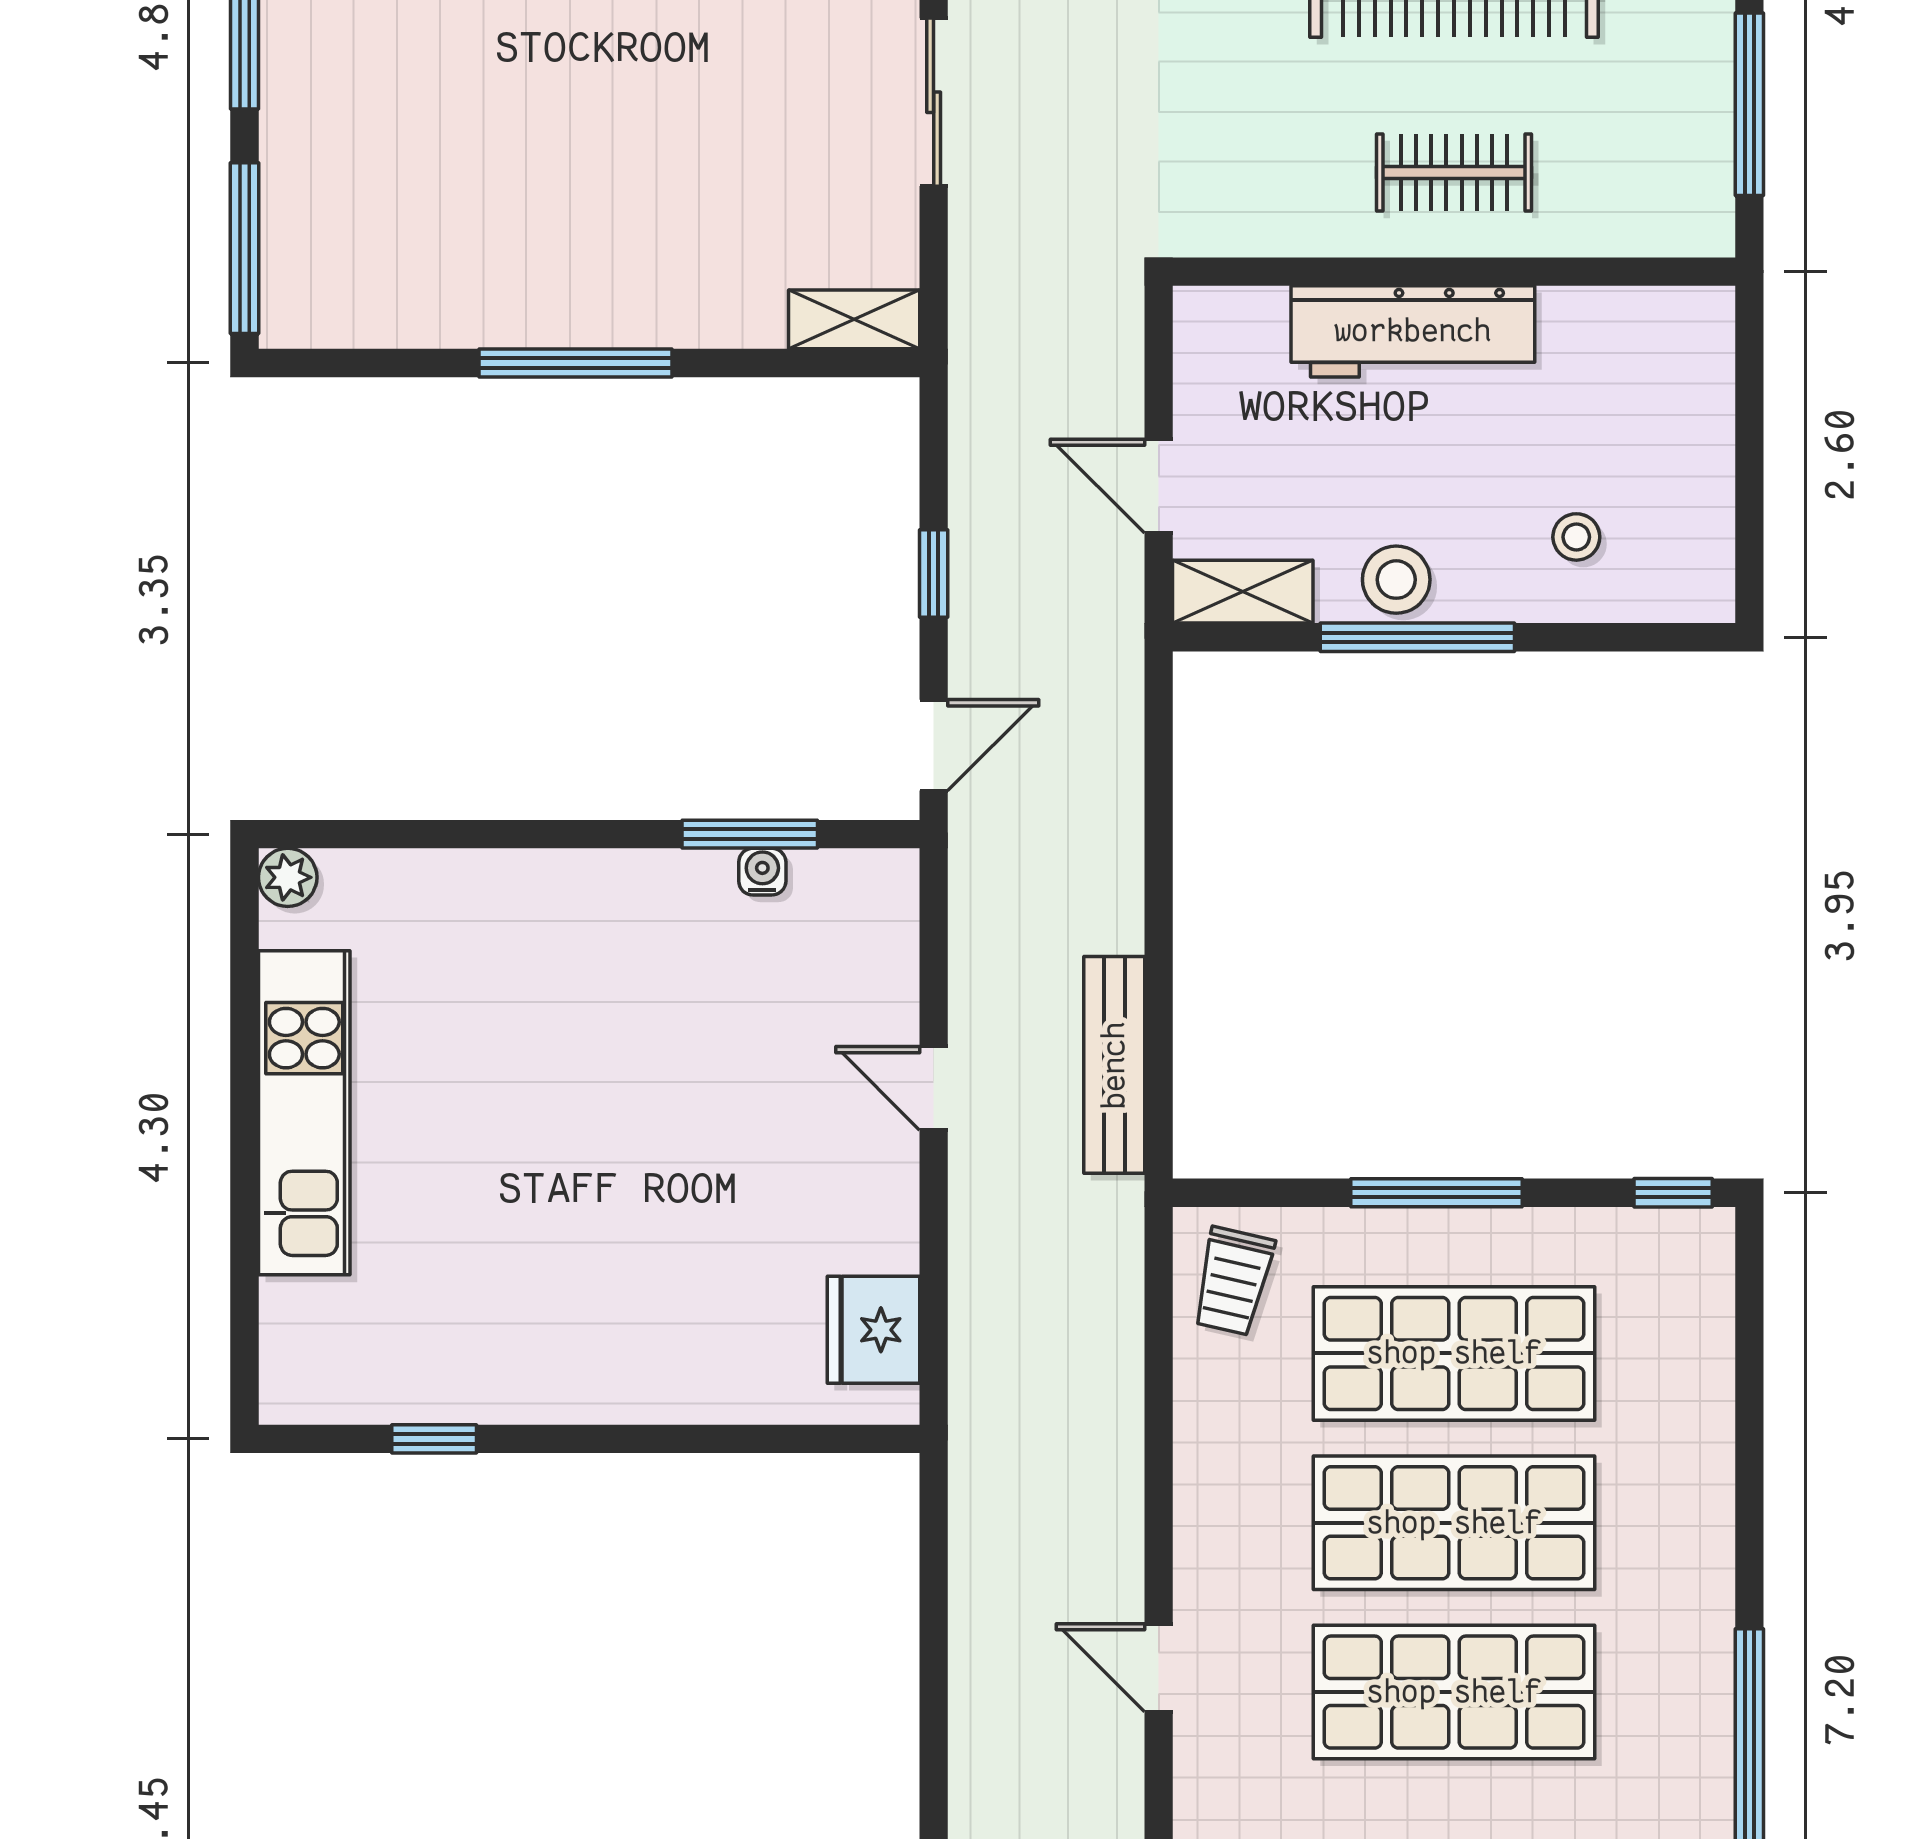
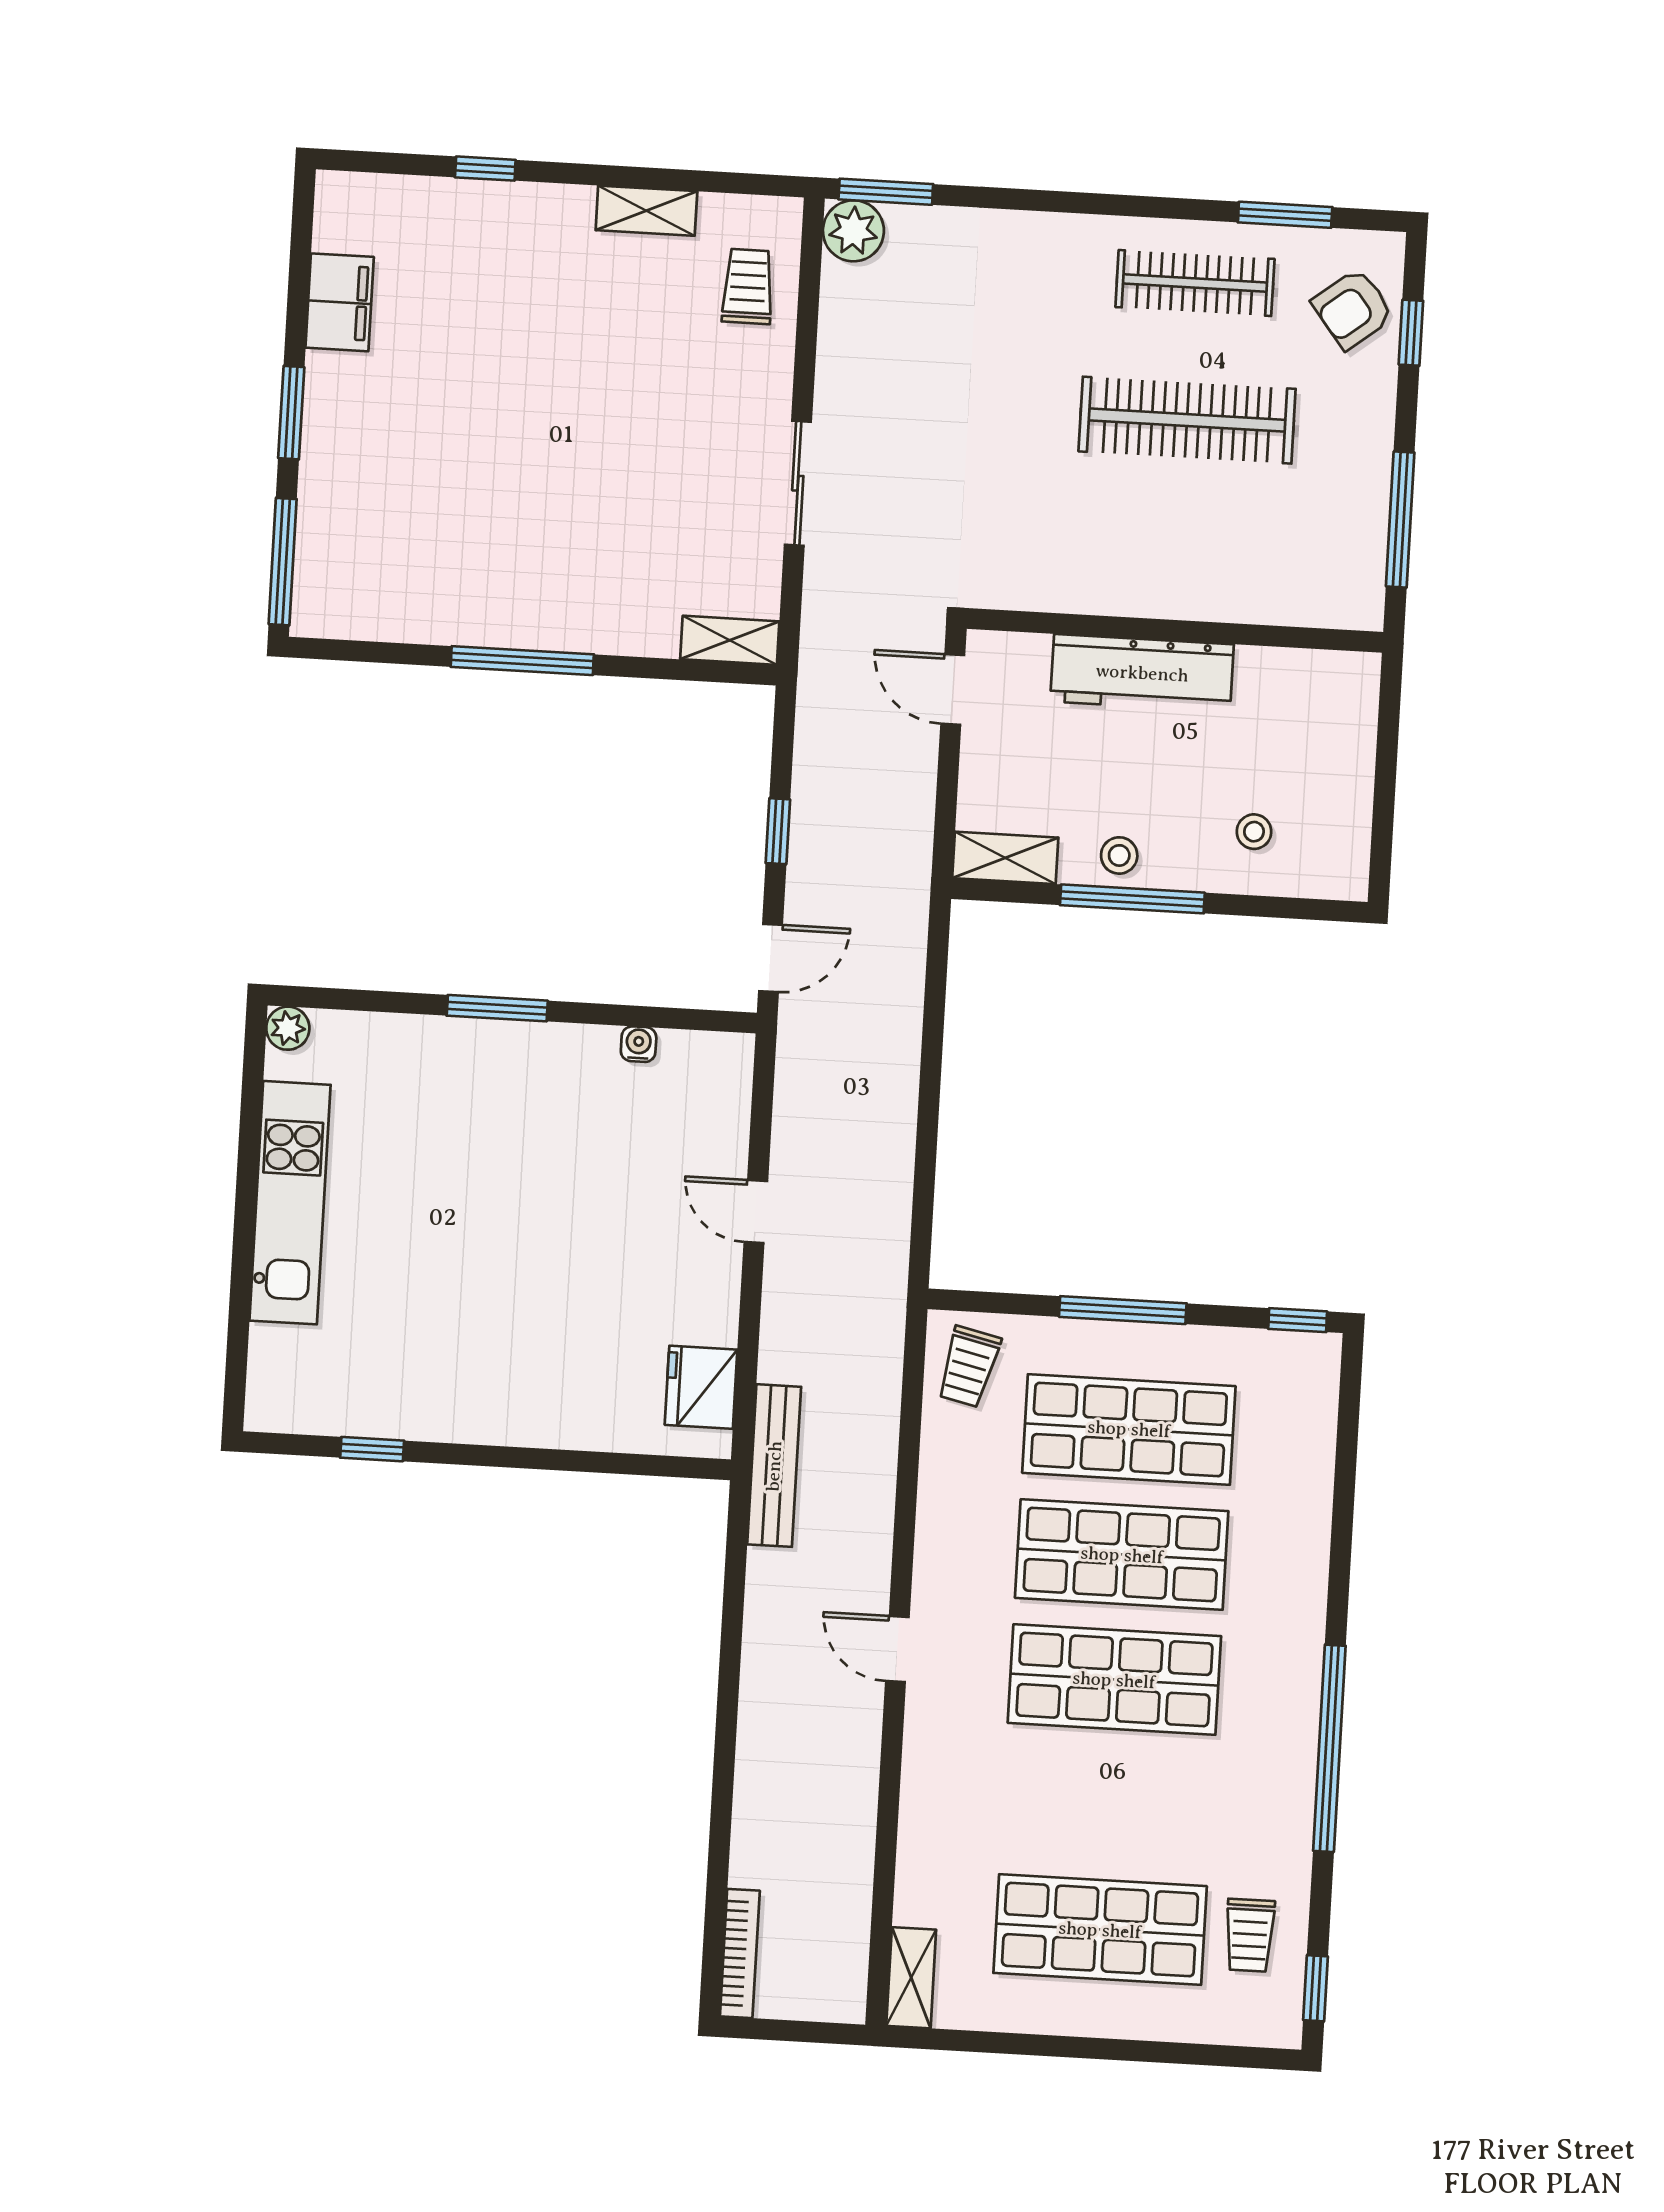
clothes rail: (1454, 172) -> (1179, 557), removed
door: (1159, 486) -> (953, 689), moved
stool: (1396, 580) -> (1119, 855), width x0.73, depth x0.73
window: (750, 834) -> (497, 1008), moved
bench: (1114, 1065) -> (774, 1466), moved

